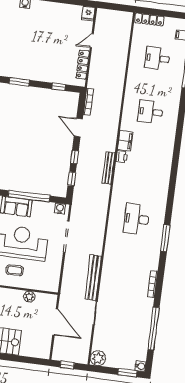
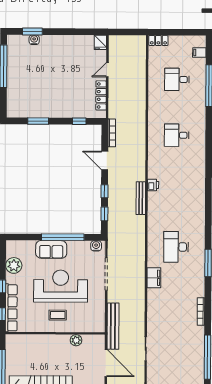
locker: (149, 19) -> (158, 41), width x0.66
filing cabinet: (125, 141) -> (154, 278), moved
bench: (93, 278) -> (113, 326), moved

